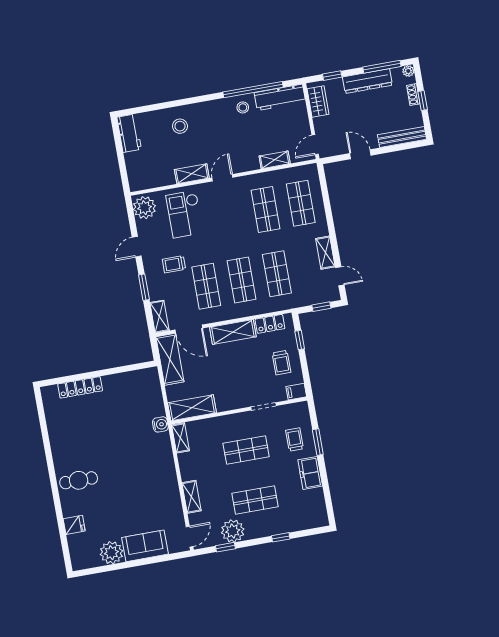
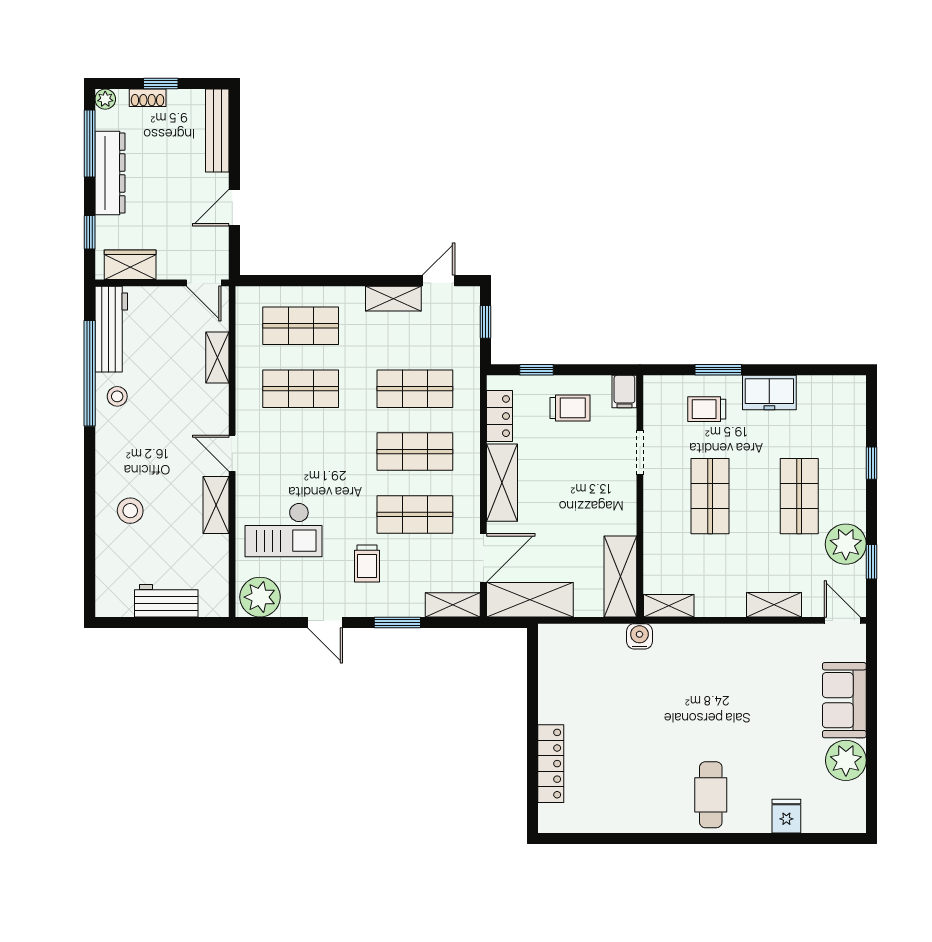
workbench: (129, 133) -> (166, 601), moved

